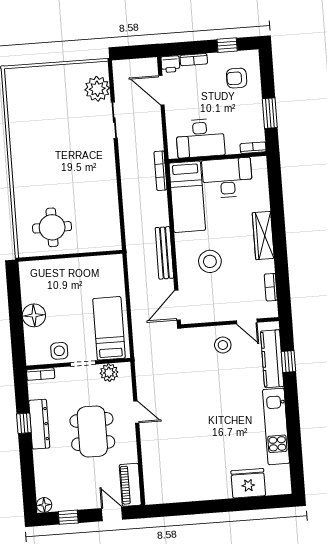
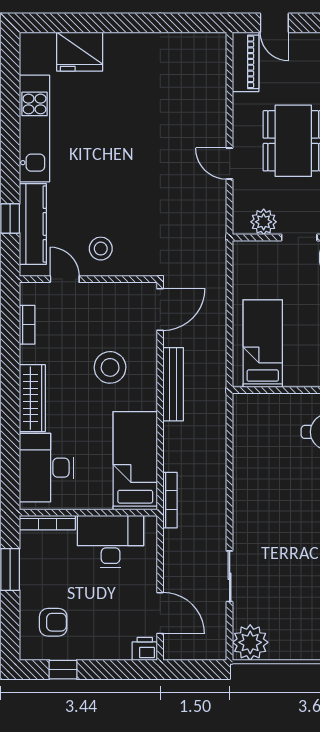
bookcase: (194, 60) -> (112, 653), removed
plant: (97, 89) -> (250, 642), moved
bookcase: (253, 148) -> (47, 523), width x1.56
desk: (227, 178) -> (46, 468), moved, turned 90
bed: (109, 328) -> (263, 344), moved, turned 180

